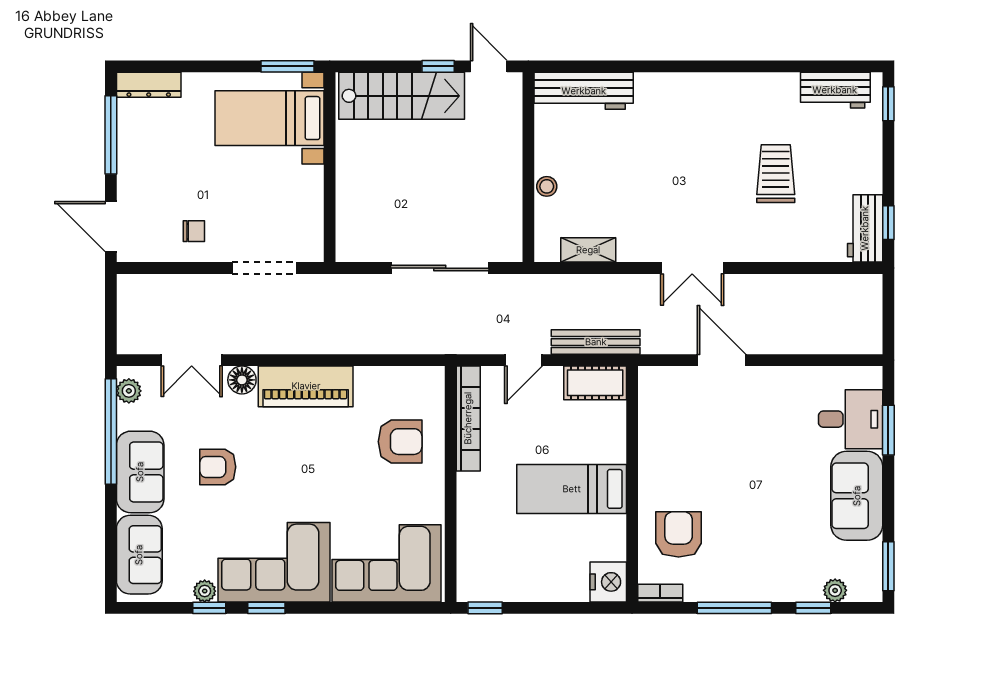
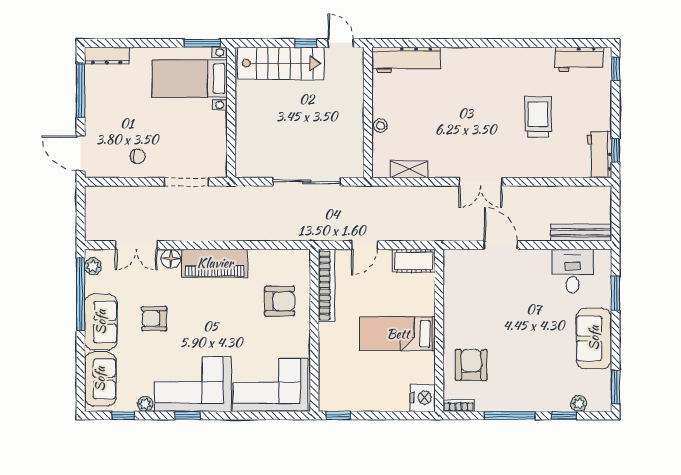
bench: (596, 342) -> (581, 233), moved
desk: (851, 419) -> (573, 271), moved, turned -90
window: (209, 608) -> (123, 416), moved

